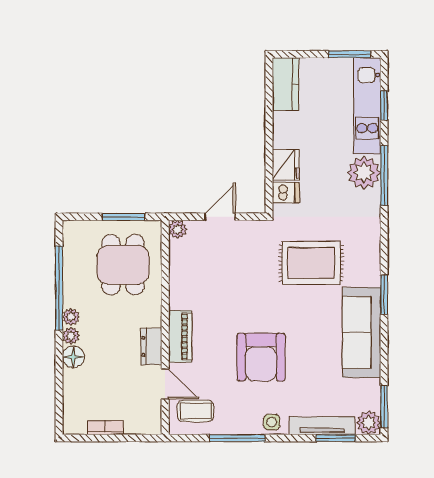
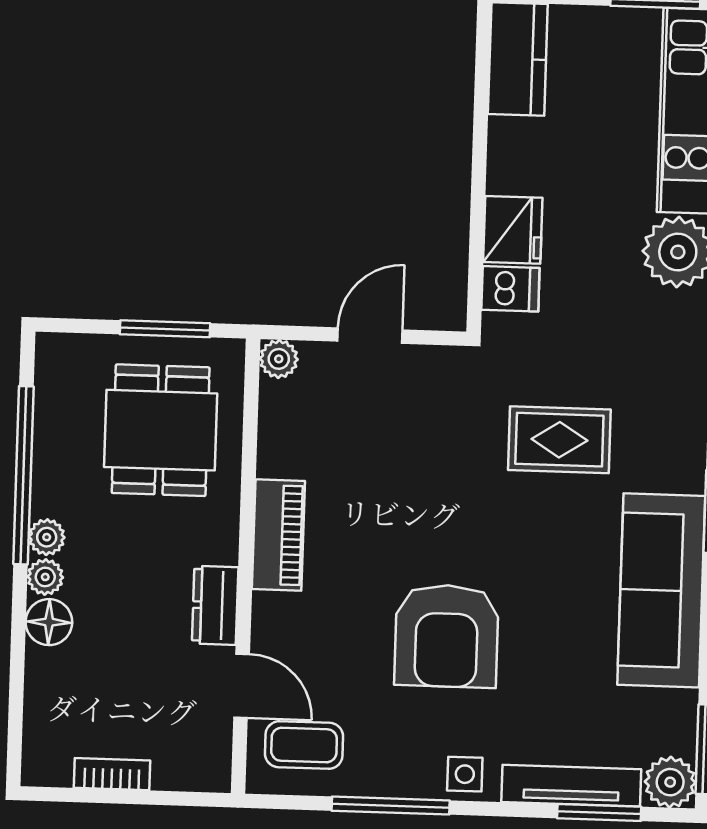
rug: (311, 263) -> (559, 440), width x0.73, depth x0.70
piano: (180, 336) -> (278, 535), moved

